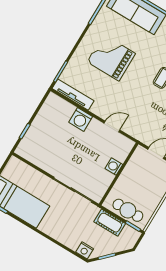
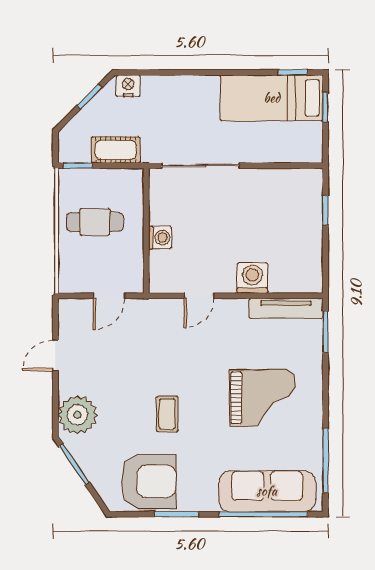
cafe table: (128, 210) -> (95, 222), moved

